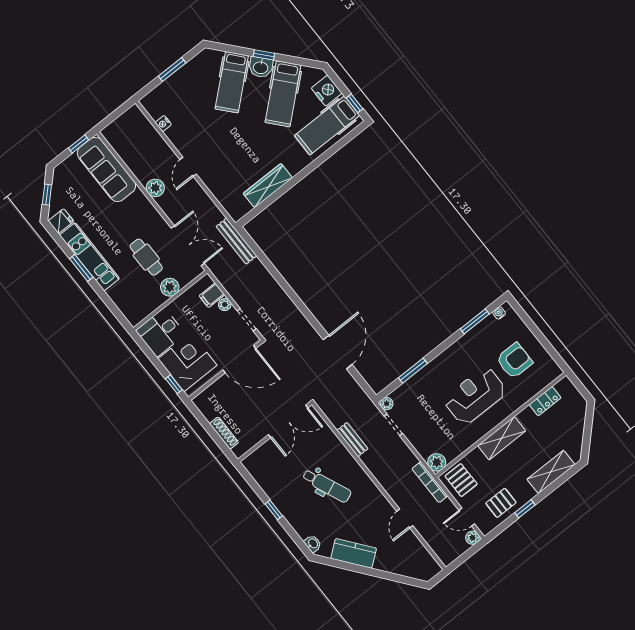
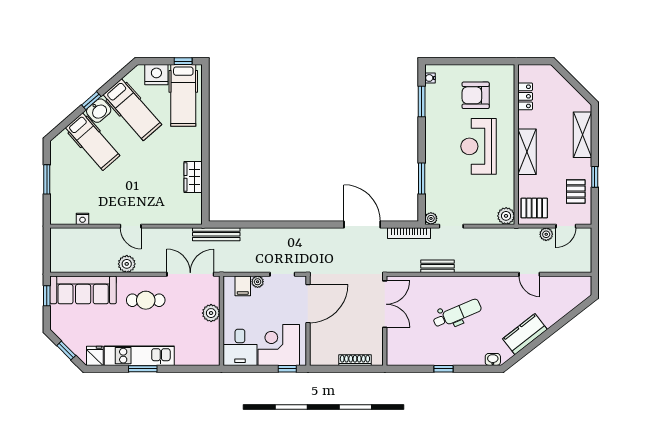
wardrobe: (268, 186) -> (193, 177), width x0.67
cafe table: (146, 257) -> (146, 300), moved
armchair: (514, 361) -> (476, 95), turned -90
bookcase: (430, 482) -> (409, 233), moved
plant: (472, 538) -> (546, 234), moved

